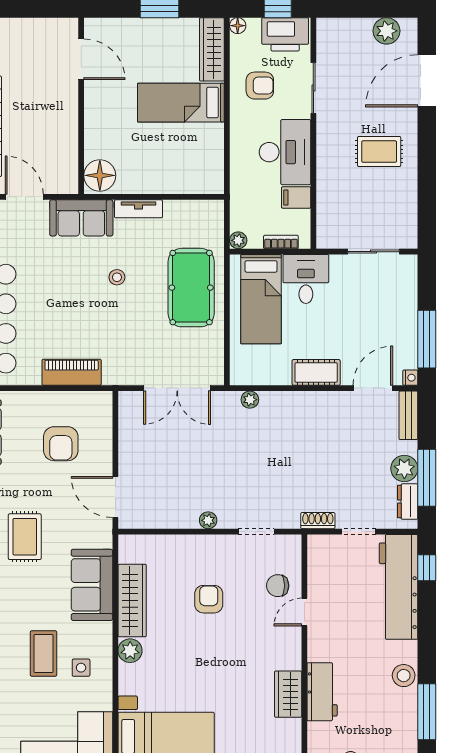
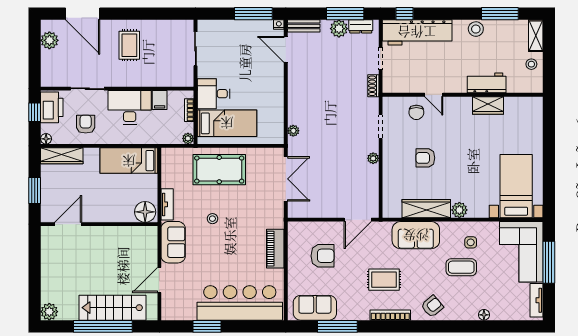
door: (81, 59) -> (68, 224), moved
bed: (181, 103) -> (129, 161), moved, turned 90
wall: (81, 106) -> (99, 224), moved
floor lamp: (100, 175) -> (145, 212), moved
cot: (316, 372) -> (275, 87), removed

